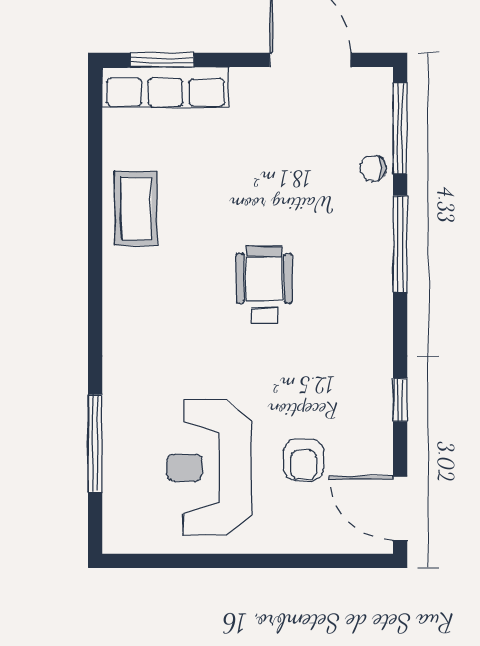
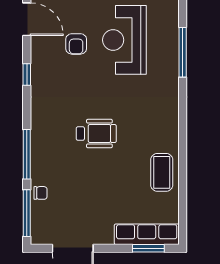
wheelchair: (264, 284) -> (96, 134), turned -90
armchair: (304, 460) -> (76, 44), turned 180
reception desk: (209, 468) -> (124, 40), turned 180

